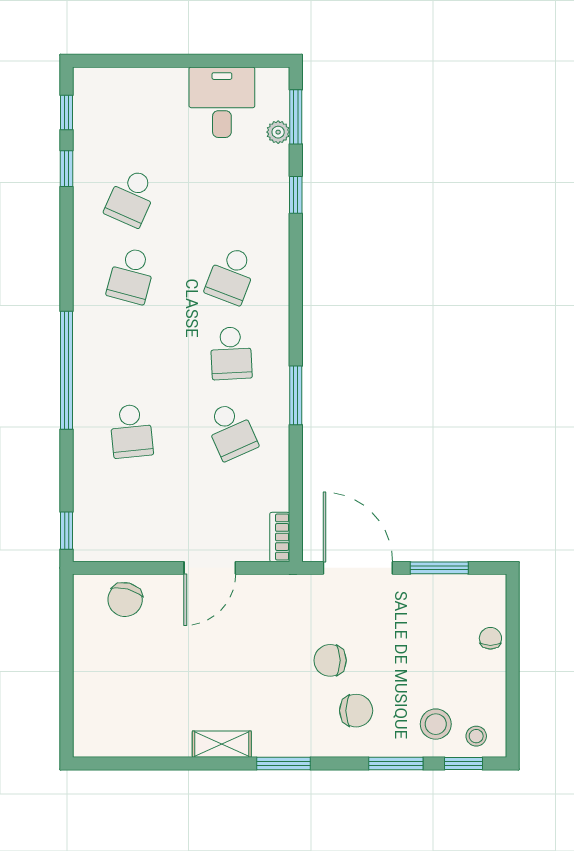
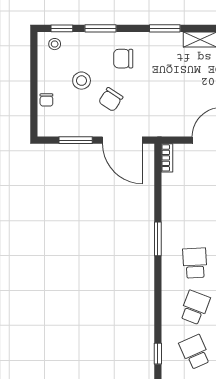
school desk: (231, 431) -> (195, 352), moved
chair: (330, 660) -> (111, 99), moved, turned 123
stool: (436, 724) -> (82, 81), moved

